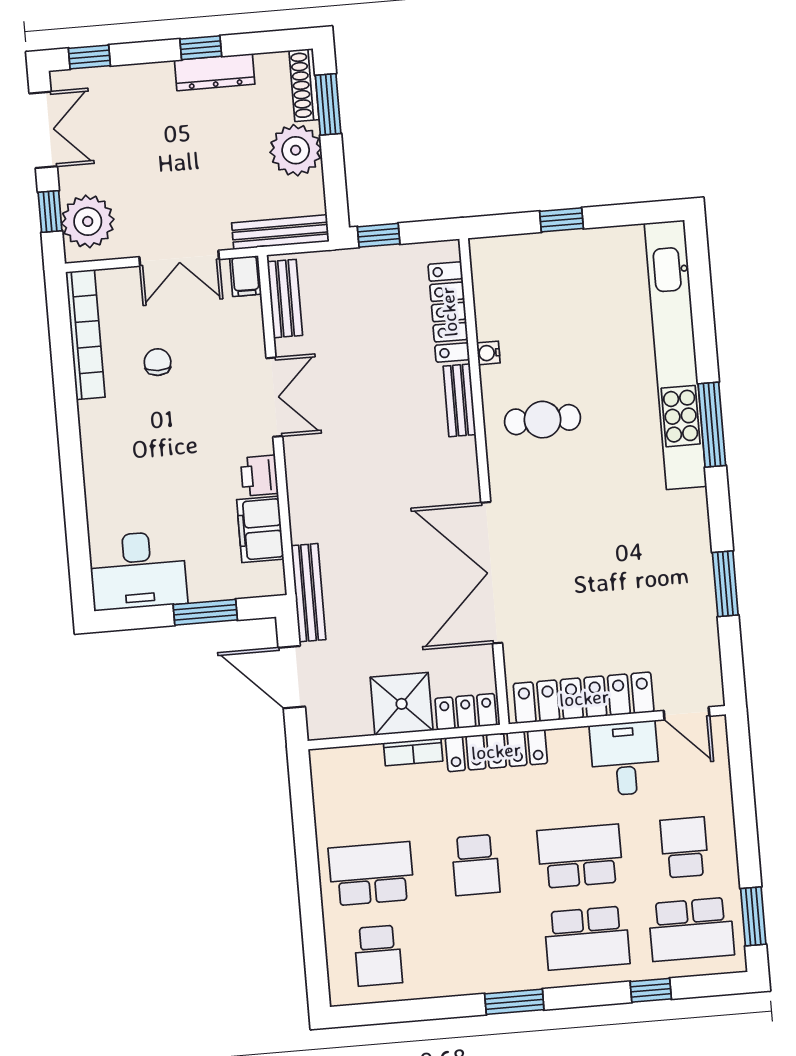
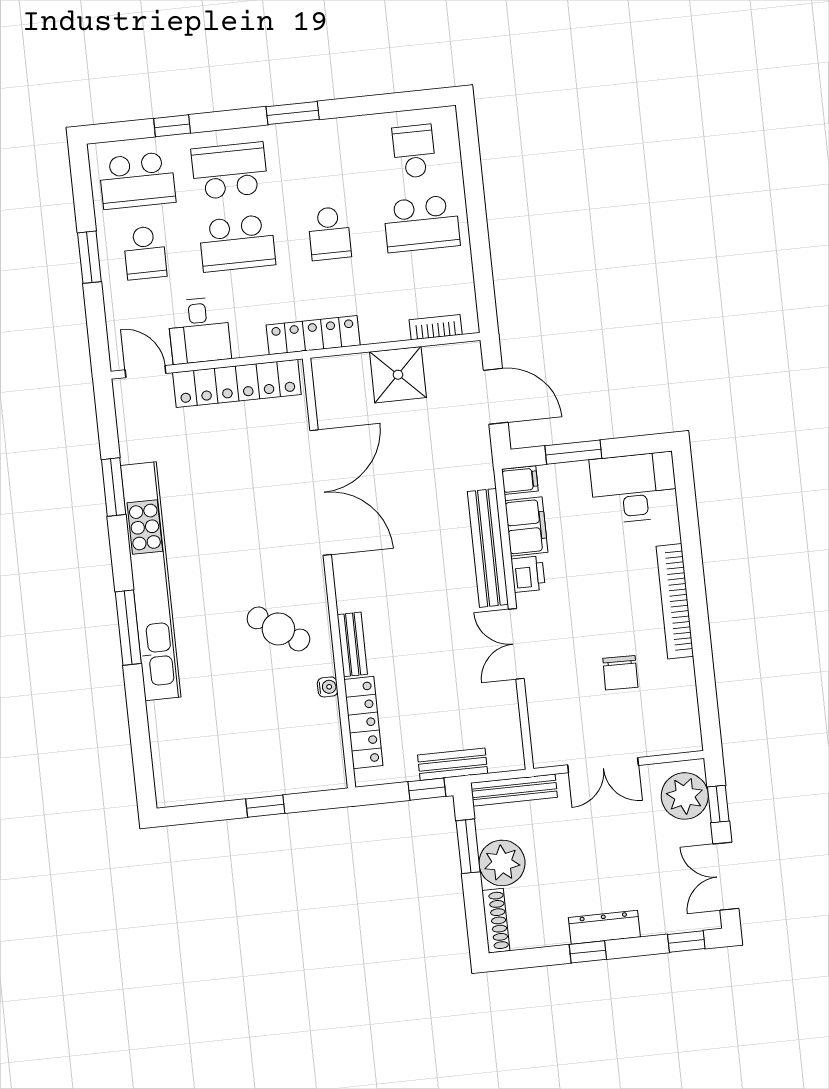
dresser: (215, 72) -> (604, 927), moved
window: (328, 104) -> (468, 846), moved
double door: (179, 258) -> (603, 765), swing flipped
filing cabinet: (246, 276) -> (520, 480), moved, turned 90
bench: (285, 299) -> (453, 764), moved, turned 90
bookcase: (85, 335) -> (675, 601), moved
kitchen unit: (675, 355) -> (151, 581), moved
chair: (158, 362) -> (620, 673), width x1.37, depth x1.37
cafe table: (543, 420) -> (278, 629), turned 34
bench: (308, 593) -> (488, 548), moved, width x1.37, depth x1.21
locker: (466, 712) -> (341, 369), removed
bookcase: (413, 752) -> (436, 327), moved
school desk: (476, 865) -> (329, 233), turned 180
window: (753, 916) -> (89, 257), moved
school desk: (691, 929) -> (137, 180), turned 180

